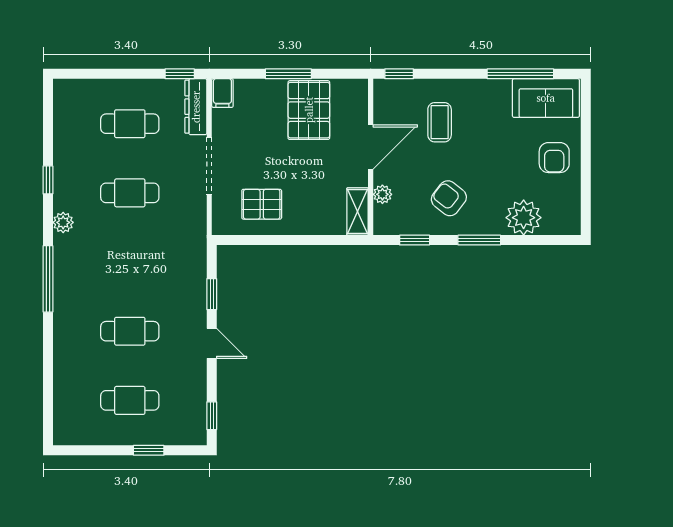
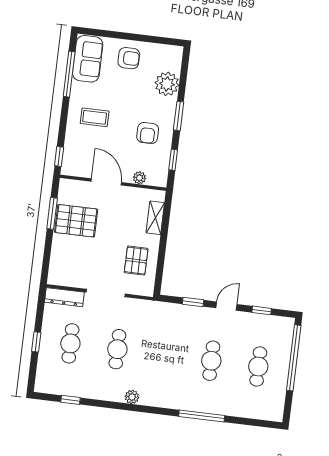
window: (180, 74) -> (36, 342), moved
window: (288, 74) -> (52, 213), moved
filing cabinet: (222, 93) -> (57, 278), removed
coffee table: (440, 122) -> (95, 117), moved
window: (48, 180) -> (70, 400), moved
armchair: (449, 198) -> (148, 133), turned -38
shelving: (358, 211) -> (155, 218), moved, turned 90
window: (48, 279) -> (202, 416), moved
window: (212, 416) -> (262, 310), moved
window: (149, 450) -> (294, 358), width x3.17

